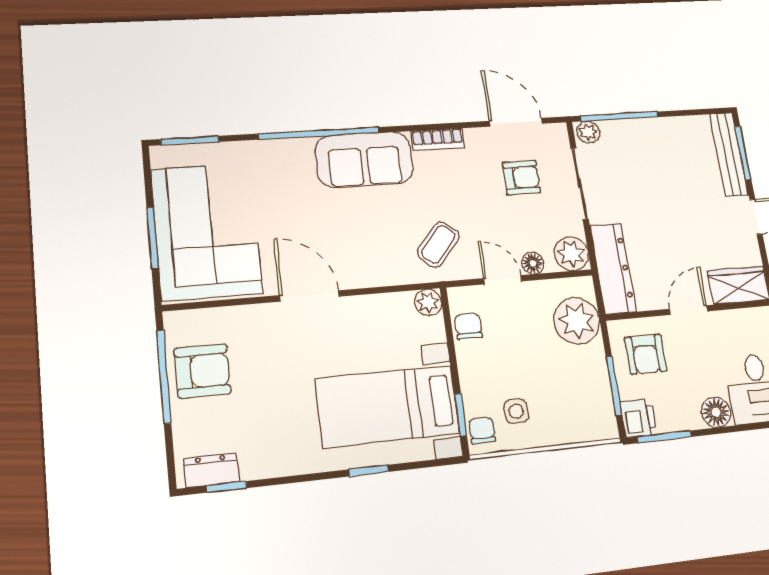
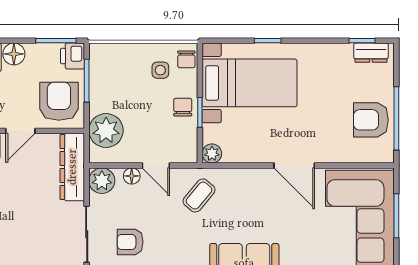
chair: (468, 326) -> (183, 107), moved, turned 180
armchair: (646, 354) -> (59, 101), width x1.38, depth x1.38
window: (461, 415) -> (200, 112), moved

